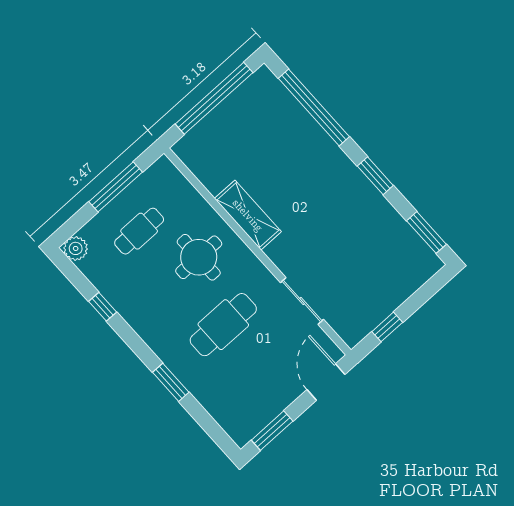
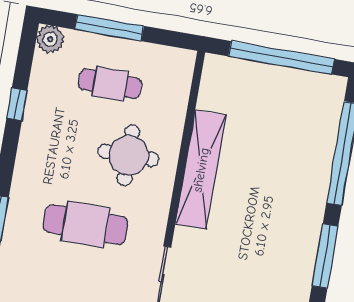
window: (375, 176) -> (325, 256), width x1.44
window: (116, 187) -> (109, 28), moved
shelving: (248, 215) -> (201, 170), width x1.47

